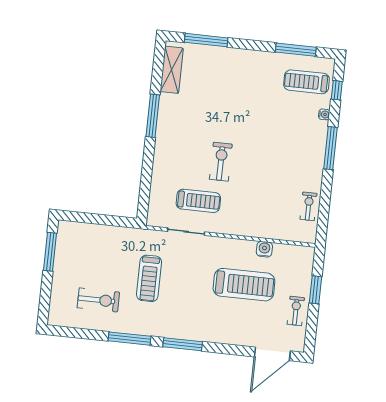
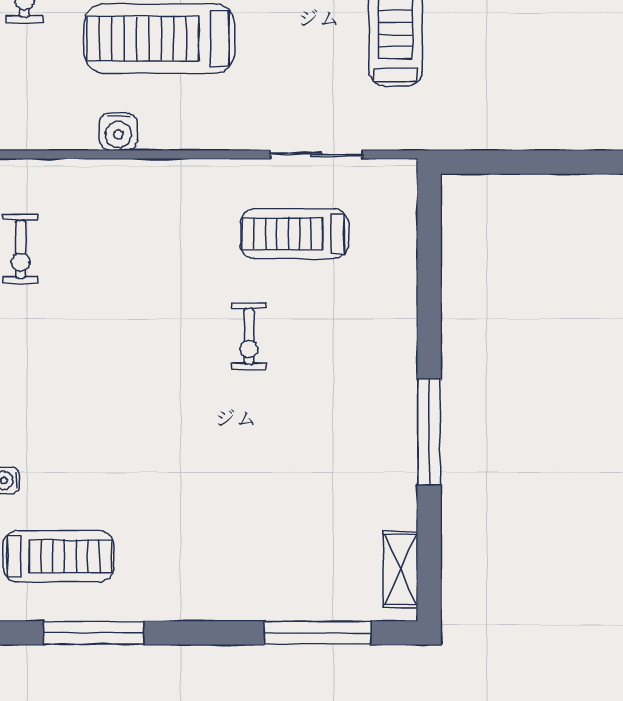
shelving: (172, 70) -> (400, 569), width x0.67, depth x0.75
exercise bike: (221, 162) -> (249, 336), width x0.73, depth x0.72

